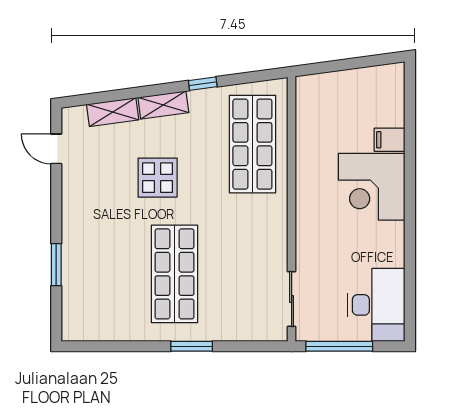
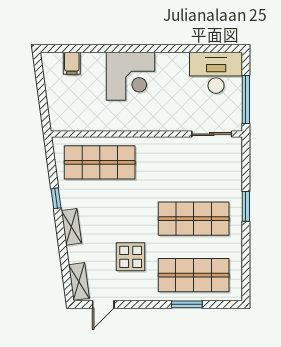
shelving: (113, 112) -> (79, 281), moved
filing cabinet: (390, 140) -> (72, 63), moved
display table: (158, 178) -> (131, 257), moved
shop shelf: (97, 274) -> (194, 275), added

